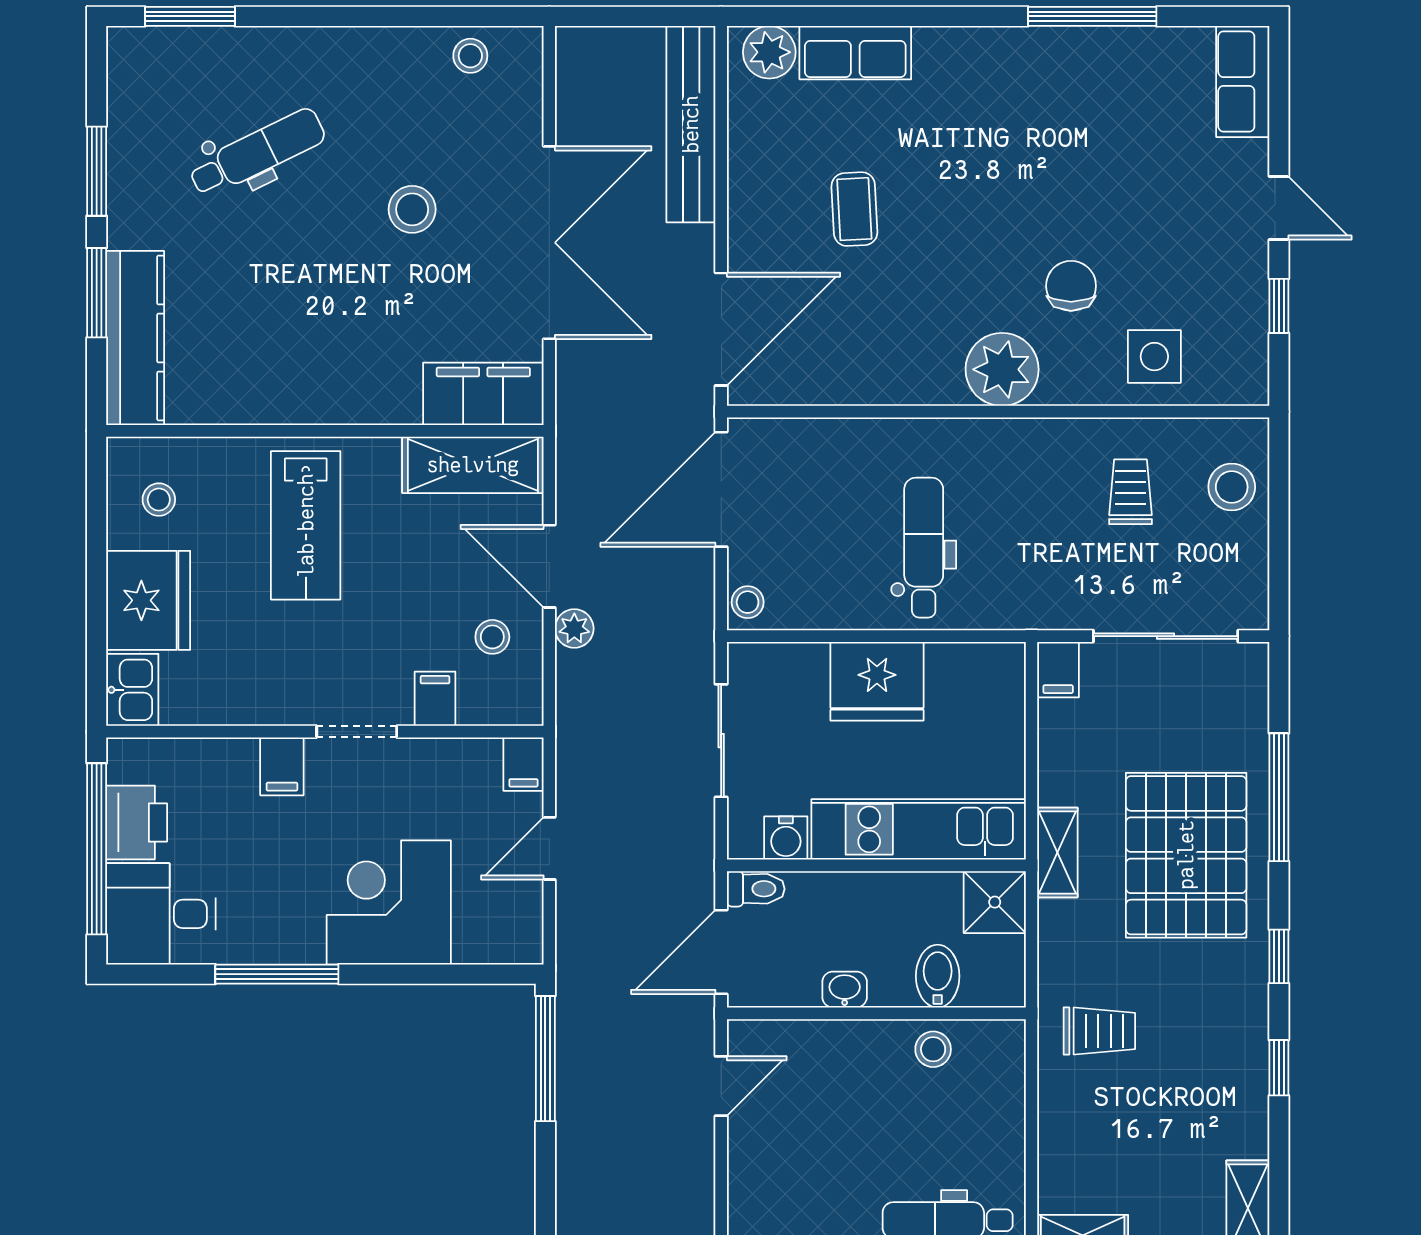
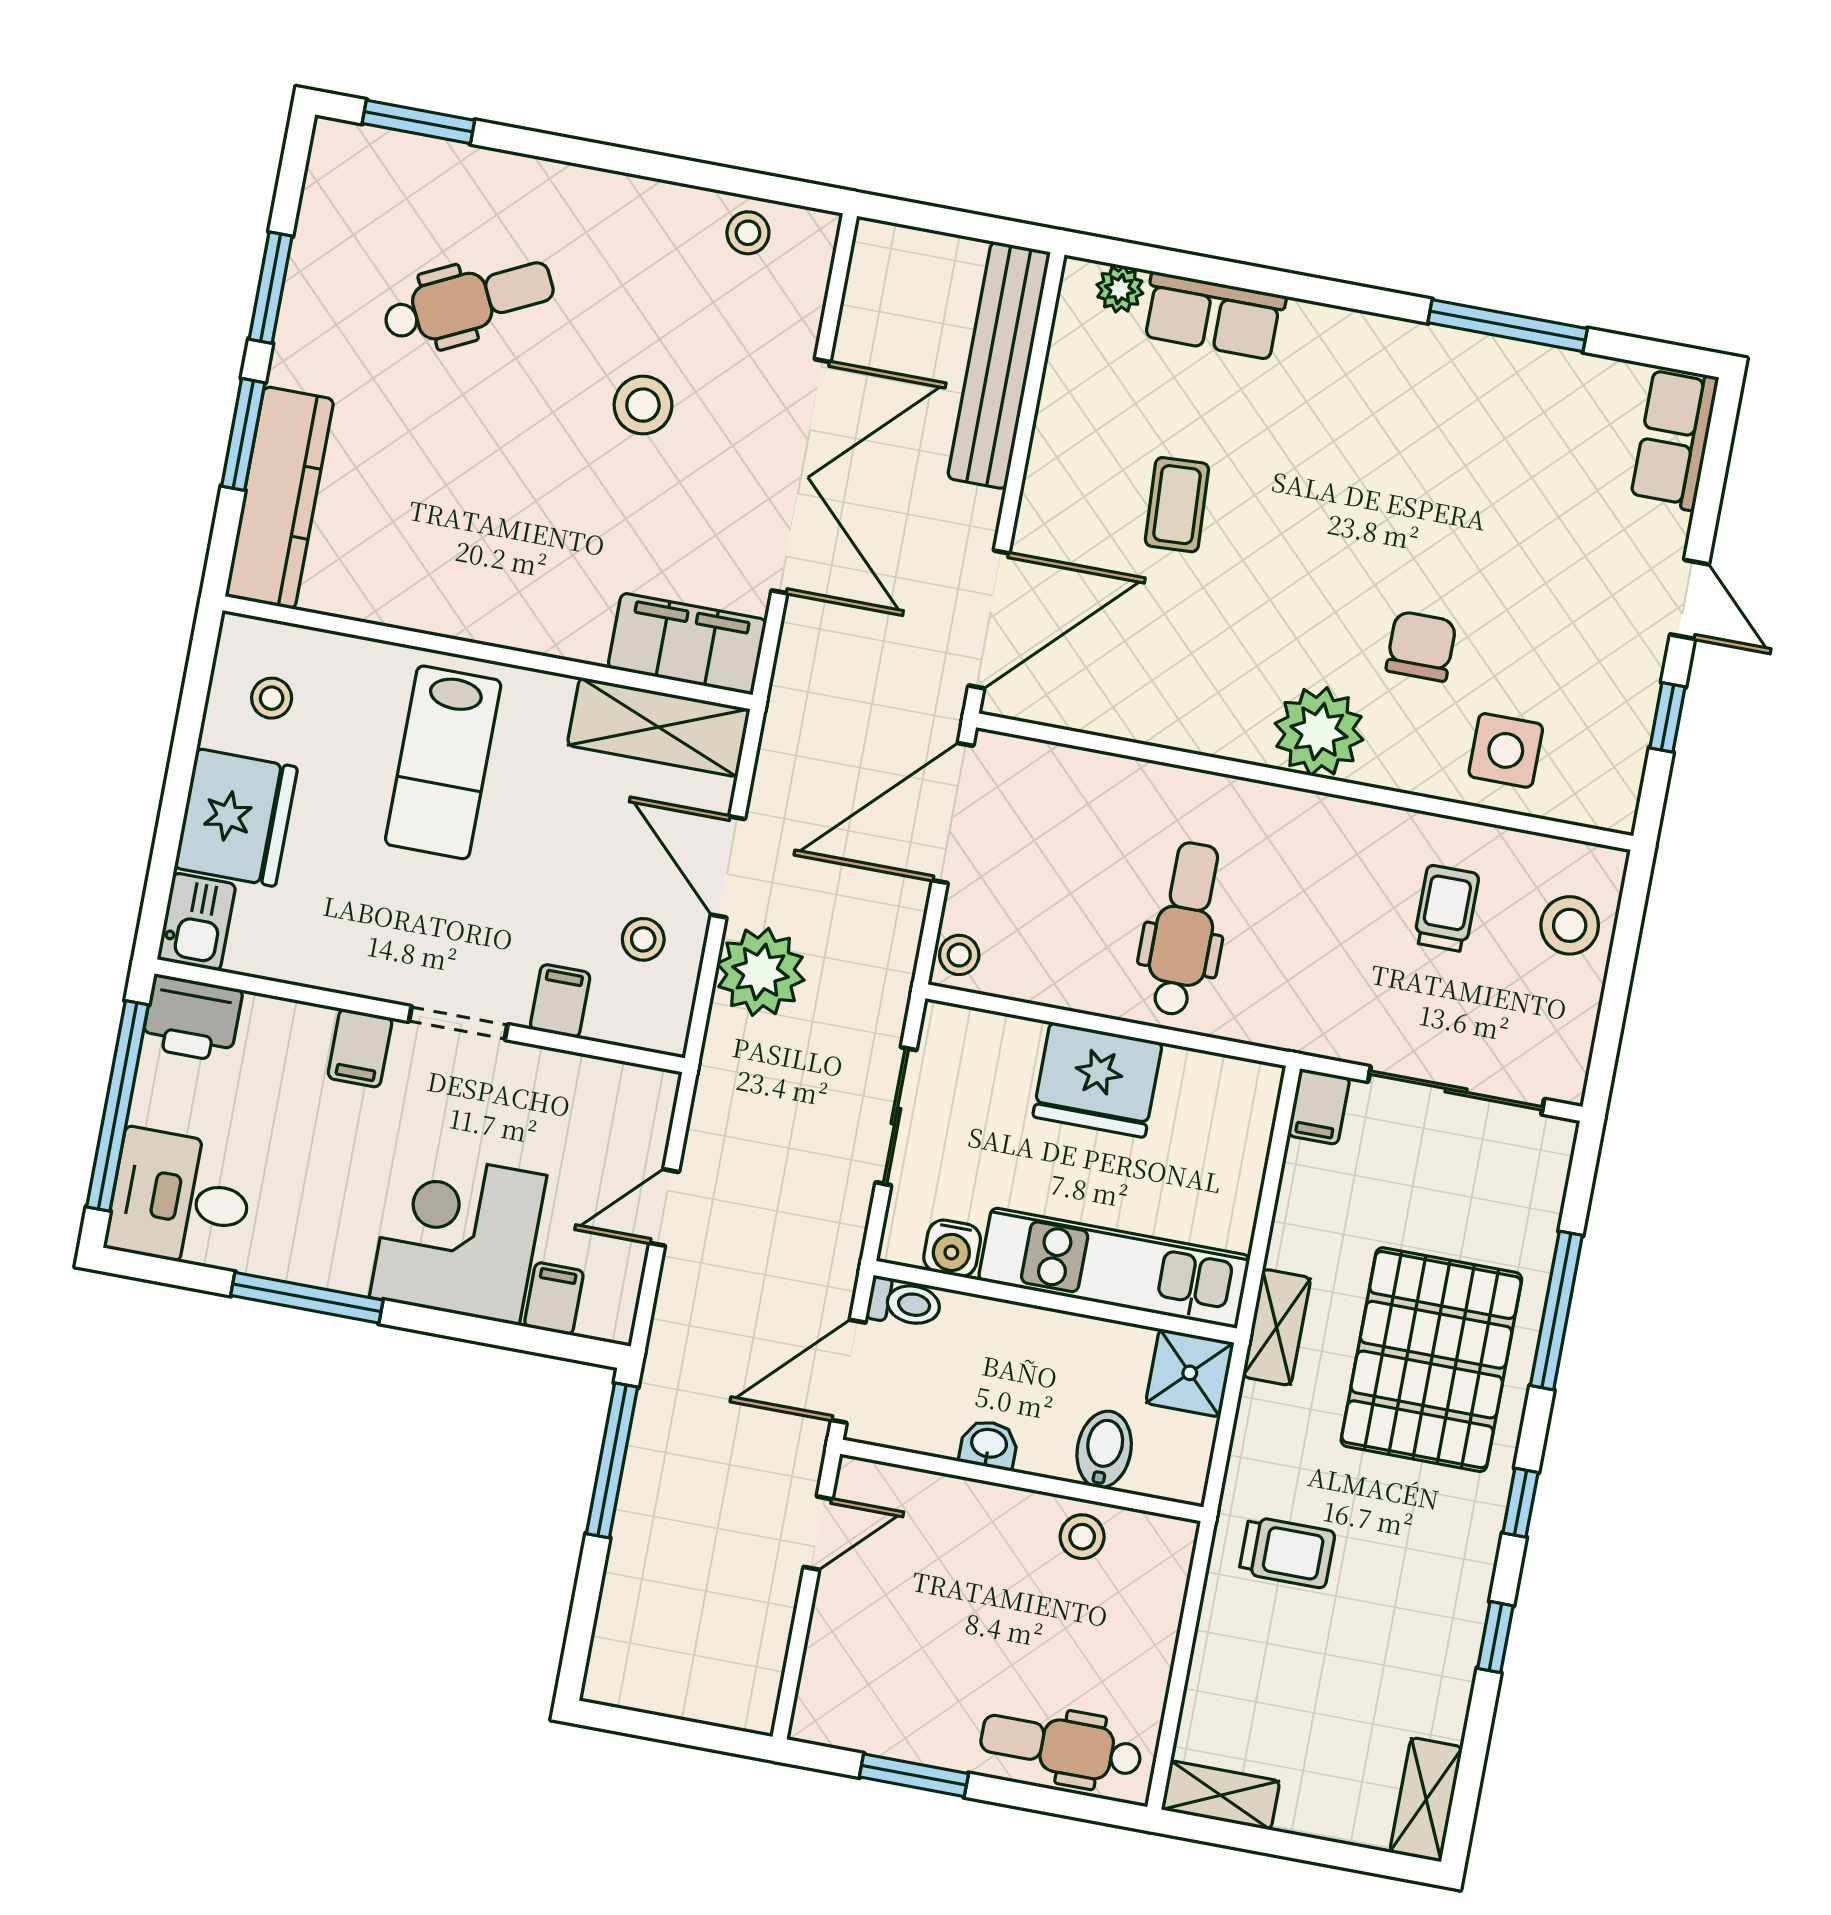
plant: (769, 52) -> (1120, 289), width x0.73, depth x0.73
plant: (574, 629) -> (761, 972), width x1.88, depth x1.88
filing cabinet: (523, 764) -> (554, 1299), moved, turned 180
printer: (137, 822) -> (192, 1018), moved, turned 90

